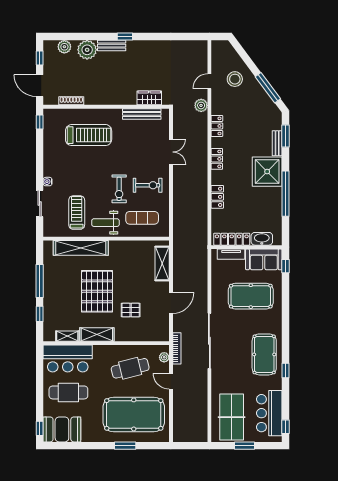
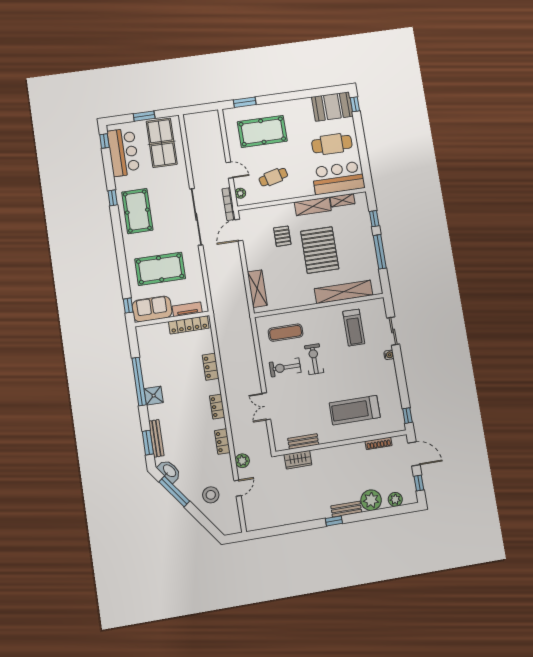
bench: (142, 114) -> (303, 441), width x0.73
bench: (277, 143) -> (156, 438), width x1.36
shower: (267, 172) -> (154, 396), width x0.54, depth x0.54
weight bench: (105, 223) -> (322, 322), removed
washbasin: (262, 239) -> (169, 471), moved, turned -127
door: (171, 303) -> (239, 230), moved
pallet: (131, 310) -> (282, 236), turned 90
cafe table: (130, 368) -> (273, 177), width x0.73, depth x0.74
pool table: (134, 414) -> (262, 131), width x0.73, depth x0.76
window: (125, 446) -> (245, 102), moved

